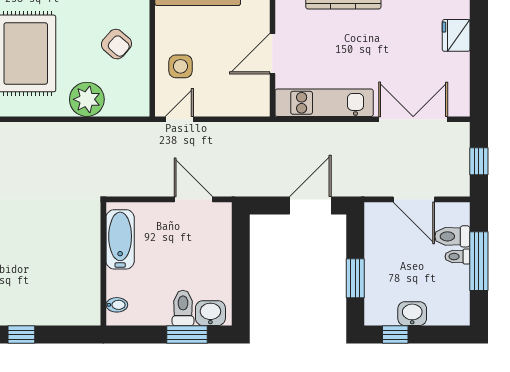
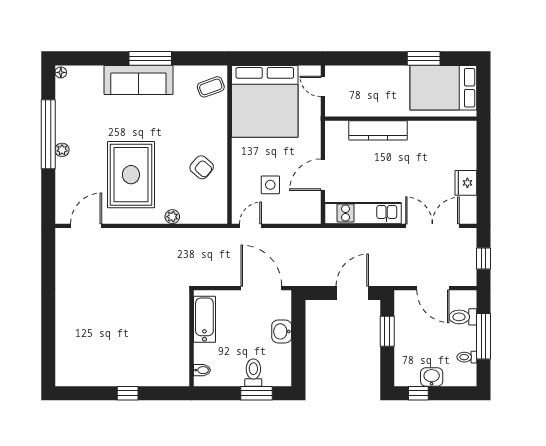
fridge: (456, 35) -> (466, 183), moved
side table: (181, 66) -> (270, 185), moved
plant: (87, 99) -> (172, 217), width x0.53, depth x0.53
door: (193, 199) -> (261, 288), width x1.36
toilet: (458, 257) -> (467, 357), moved
window: (355, 278) -> (387, 331), moved
washbasin: (210, 313) -> (282, 331), moved, turned -90

